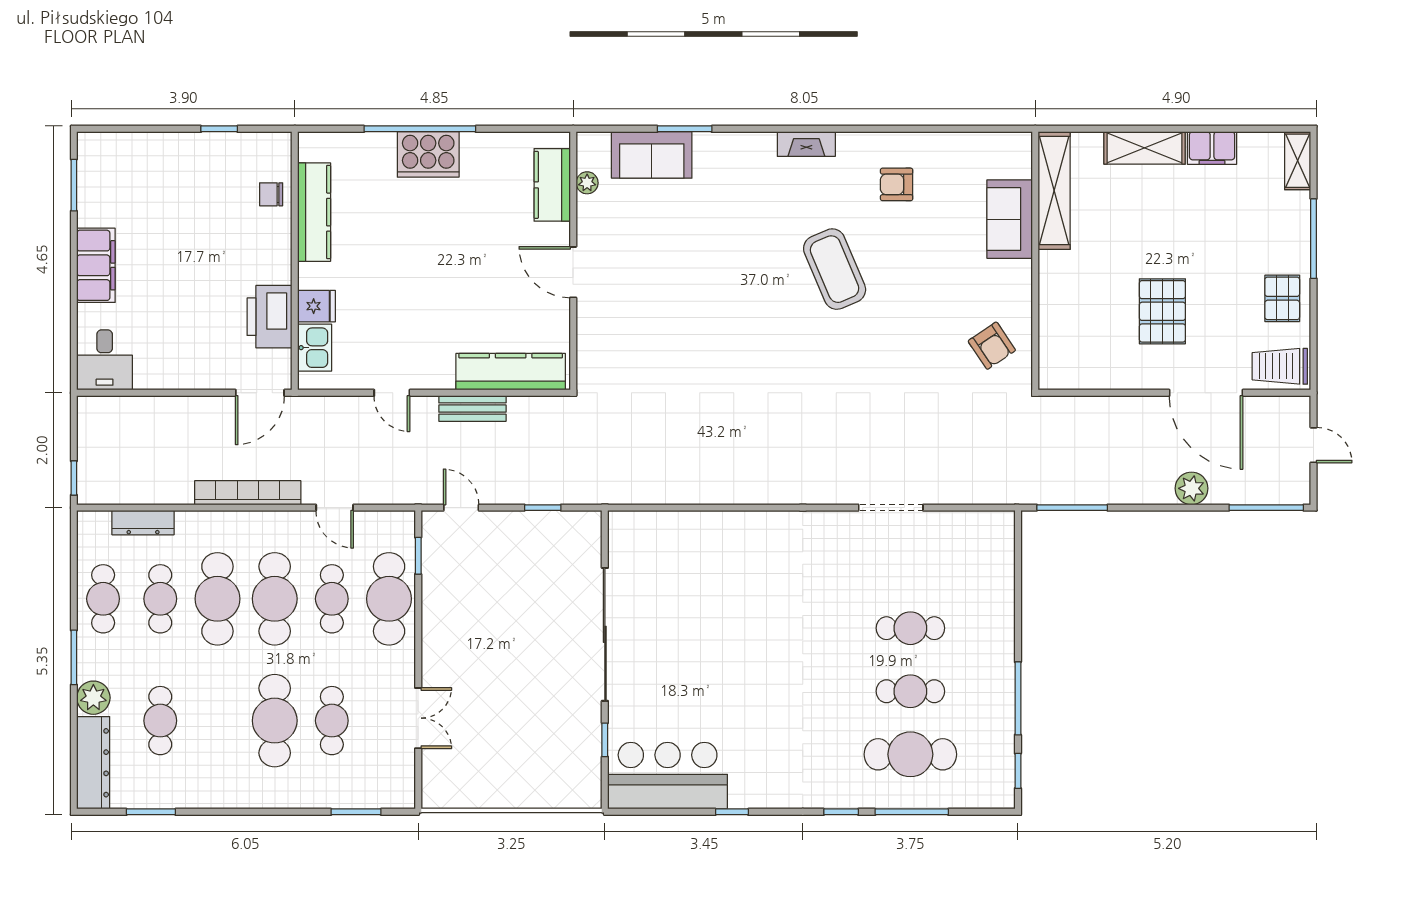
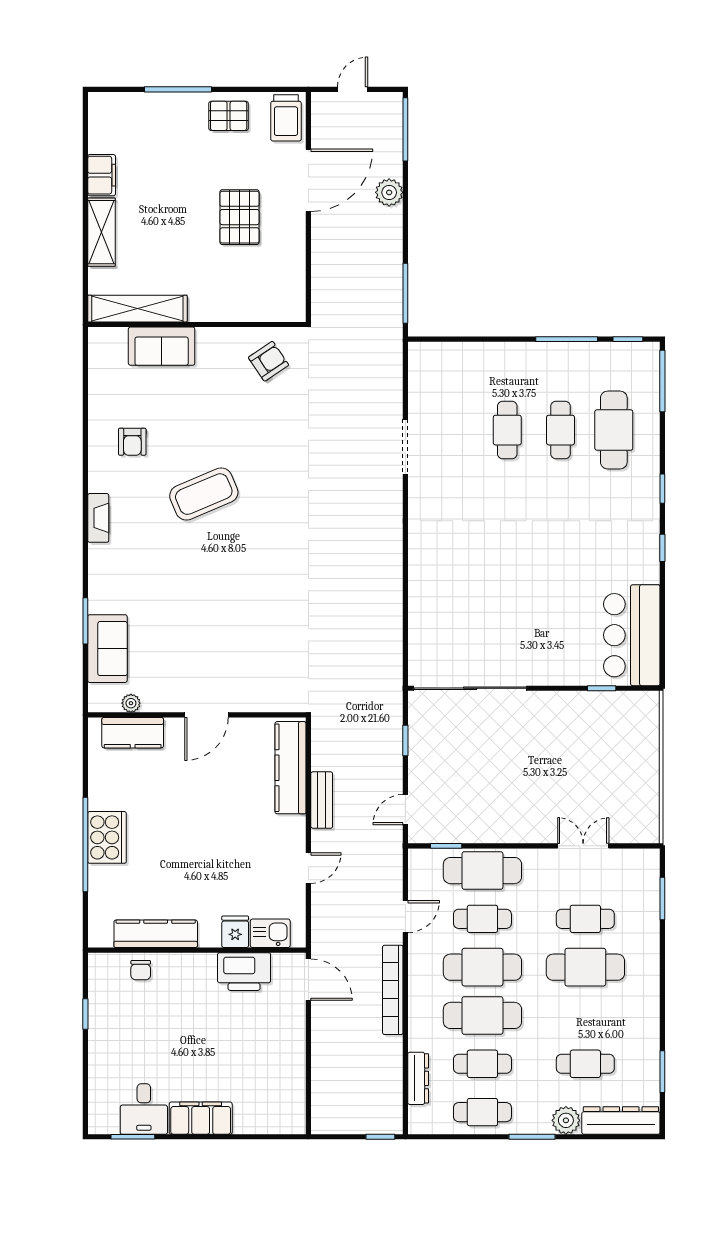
shelving: (1298, 161) -> (112, 103), removed
pallet: (1162, 311) -> (240, 217), turned 90
desk: (105, 360) -> (144, 1109), moved, turned 90
sliding door: (605, 634) -> (470, 688), moved
window: (732, 812) -> (662, 548), moved
window: (912, 812) -> (662, 381), moved

